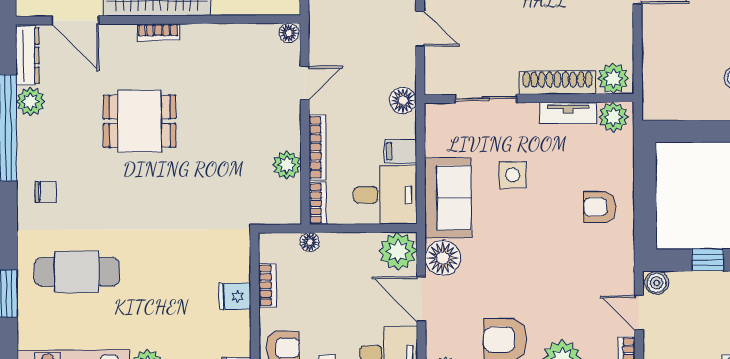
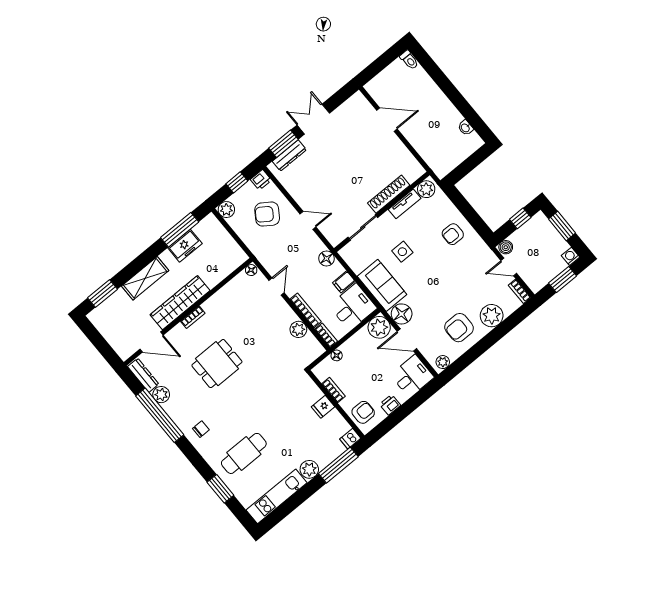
plant: (613, 78) -> (412, 172), removed

